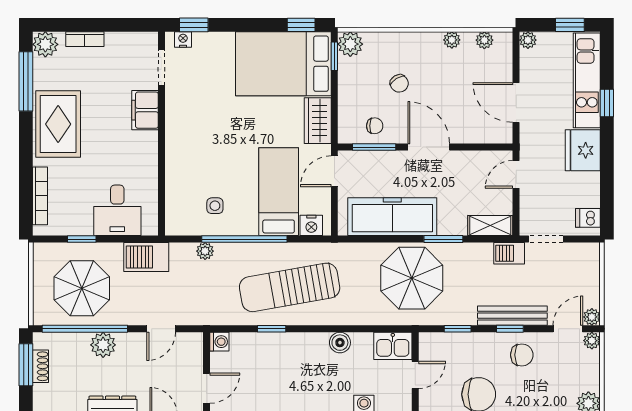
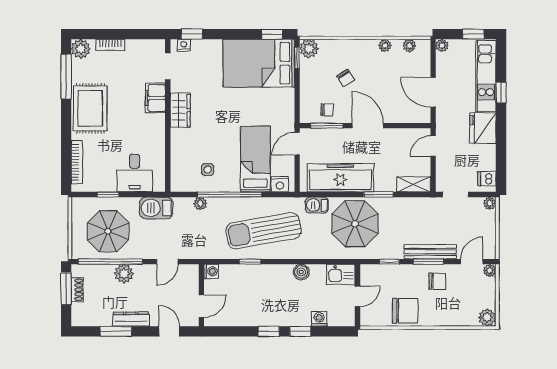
wardrobe: (318, 121) -> (180, 110), moved, turned 180
barbecue: (509, 253) -> (317, 205), moved
plant: (592, 317) -> (490, 203), moved
window: (510, 329) -> (428, 262), width x1.50

